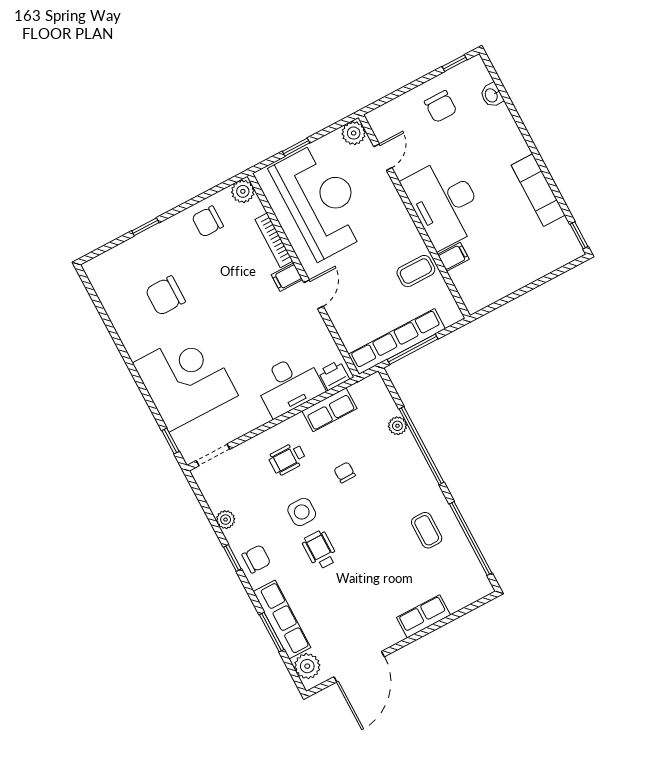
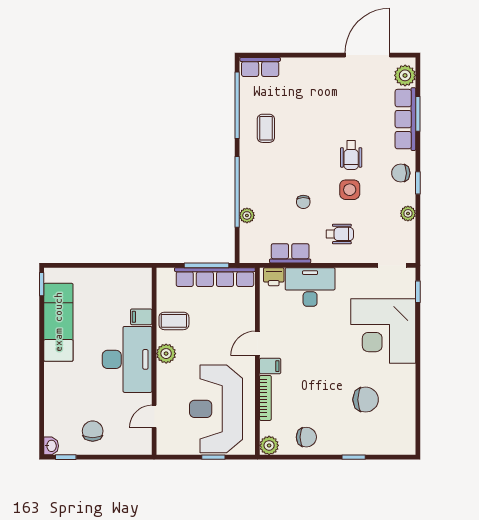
washbasin: (492, 95) -> (51, 446), moved
plant: (354, 133) -> (166, 354), moved
exam couch: (538, 190) -> (58, 322), width x1.36, depth x1.45
row of seats: (423, 616) -> (260, 67), moved

